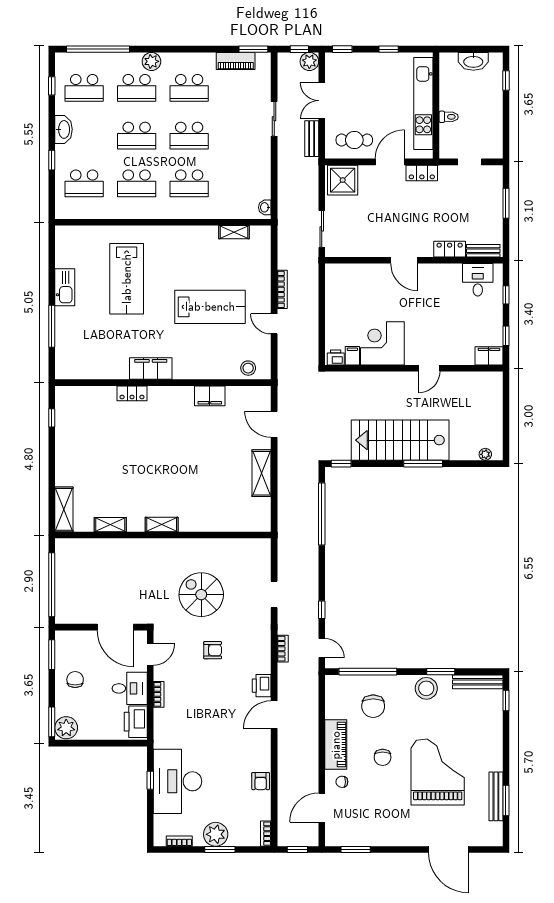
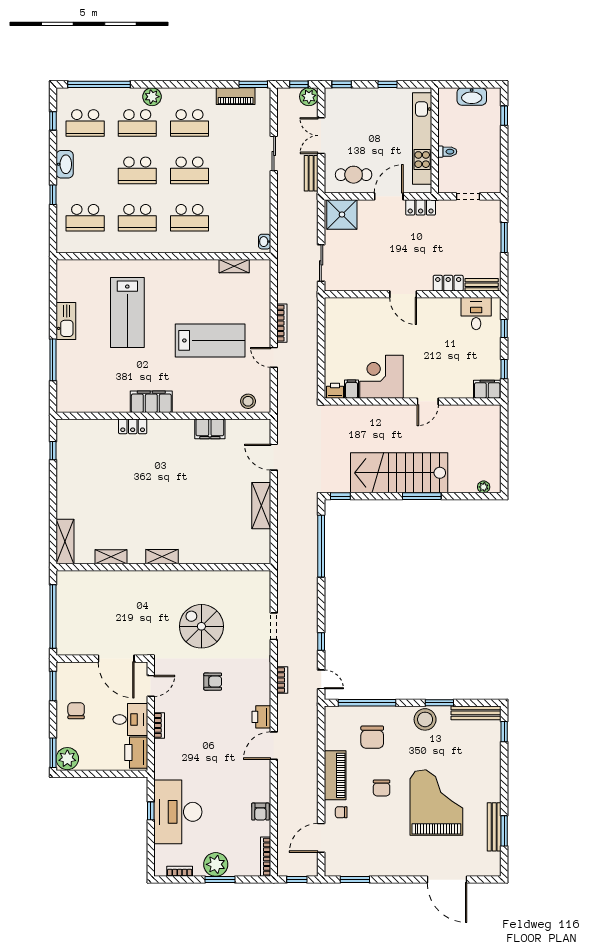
bookcase: (266, 834) -> (266, 857), width x1.56

